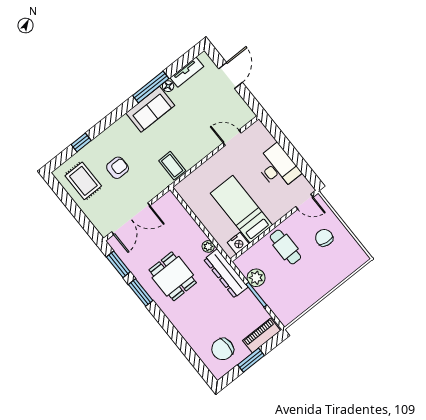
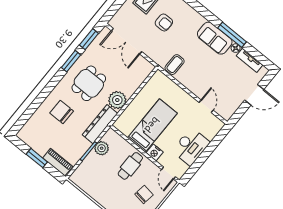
nightstand: (238, 243) -> (155, 152), moved
plant: (208, 246) -> (117, 100), width x1.88, depth x1.88
chair: (223, 349) -> (62, 112), moved

